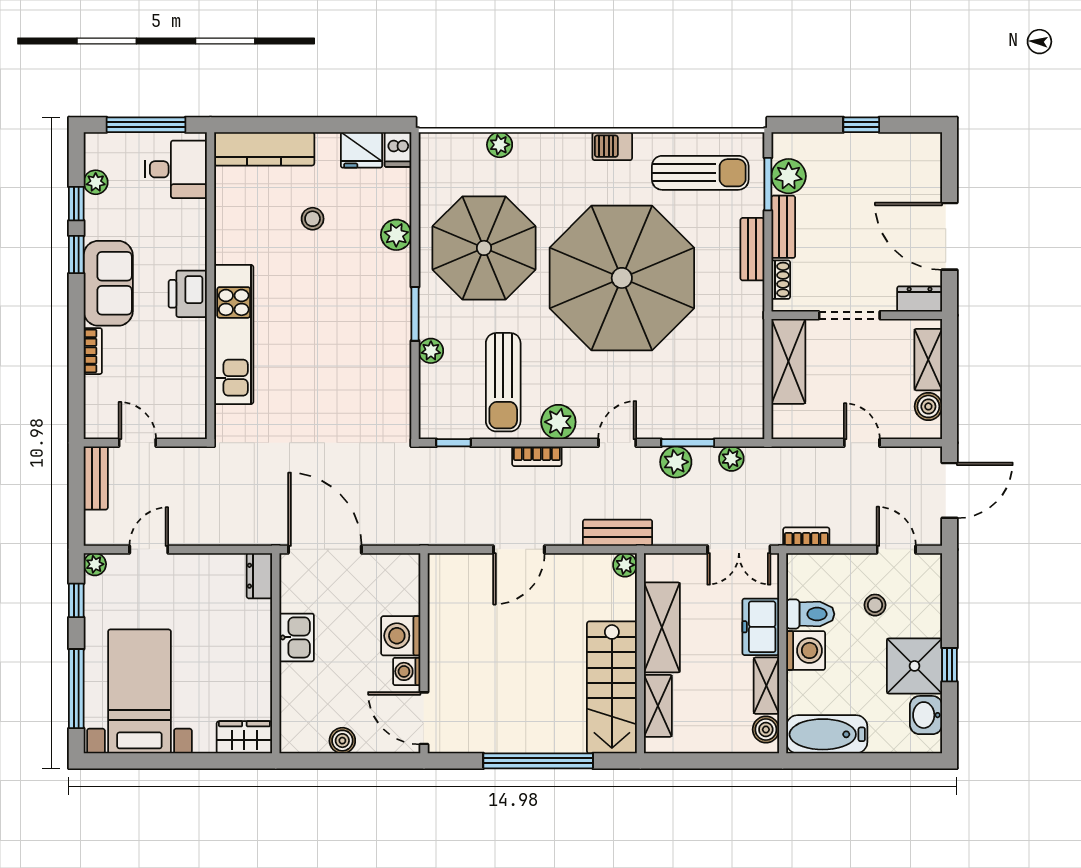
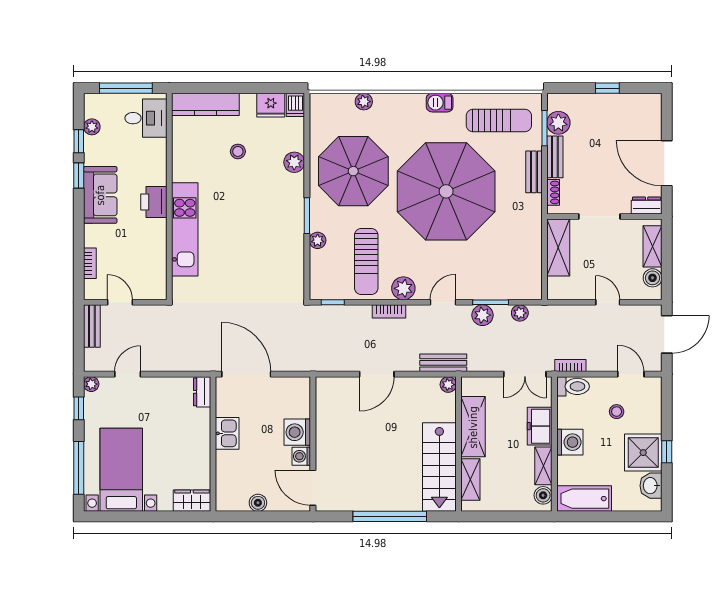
bookcase: (93, 351) -> (90, 263), moved
toilet: (810, 614) -> (573, 386), moved

